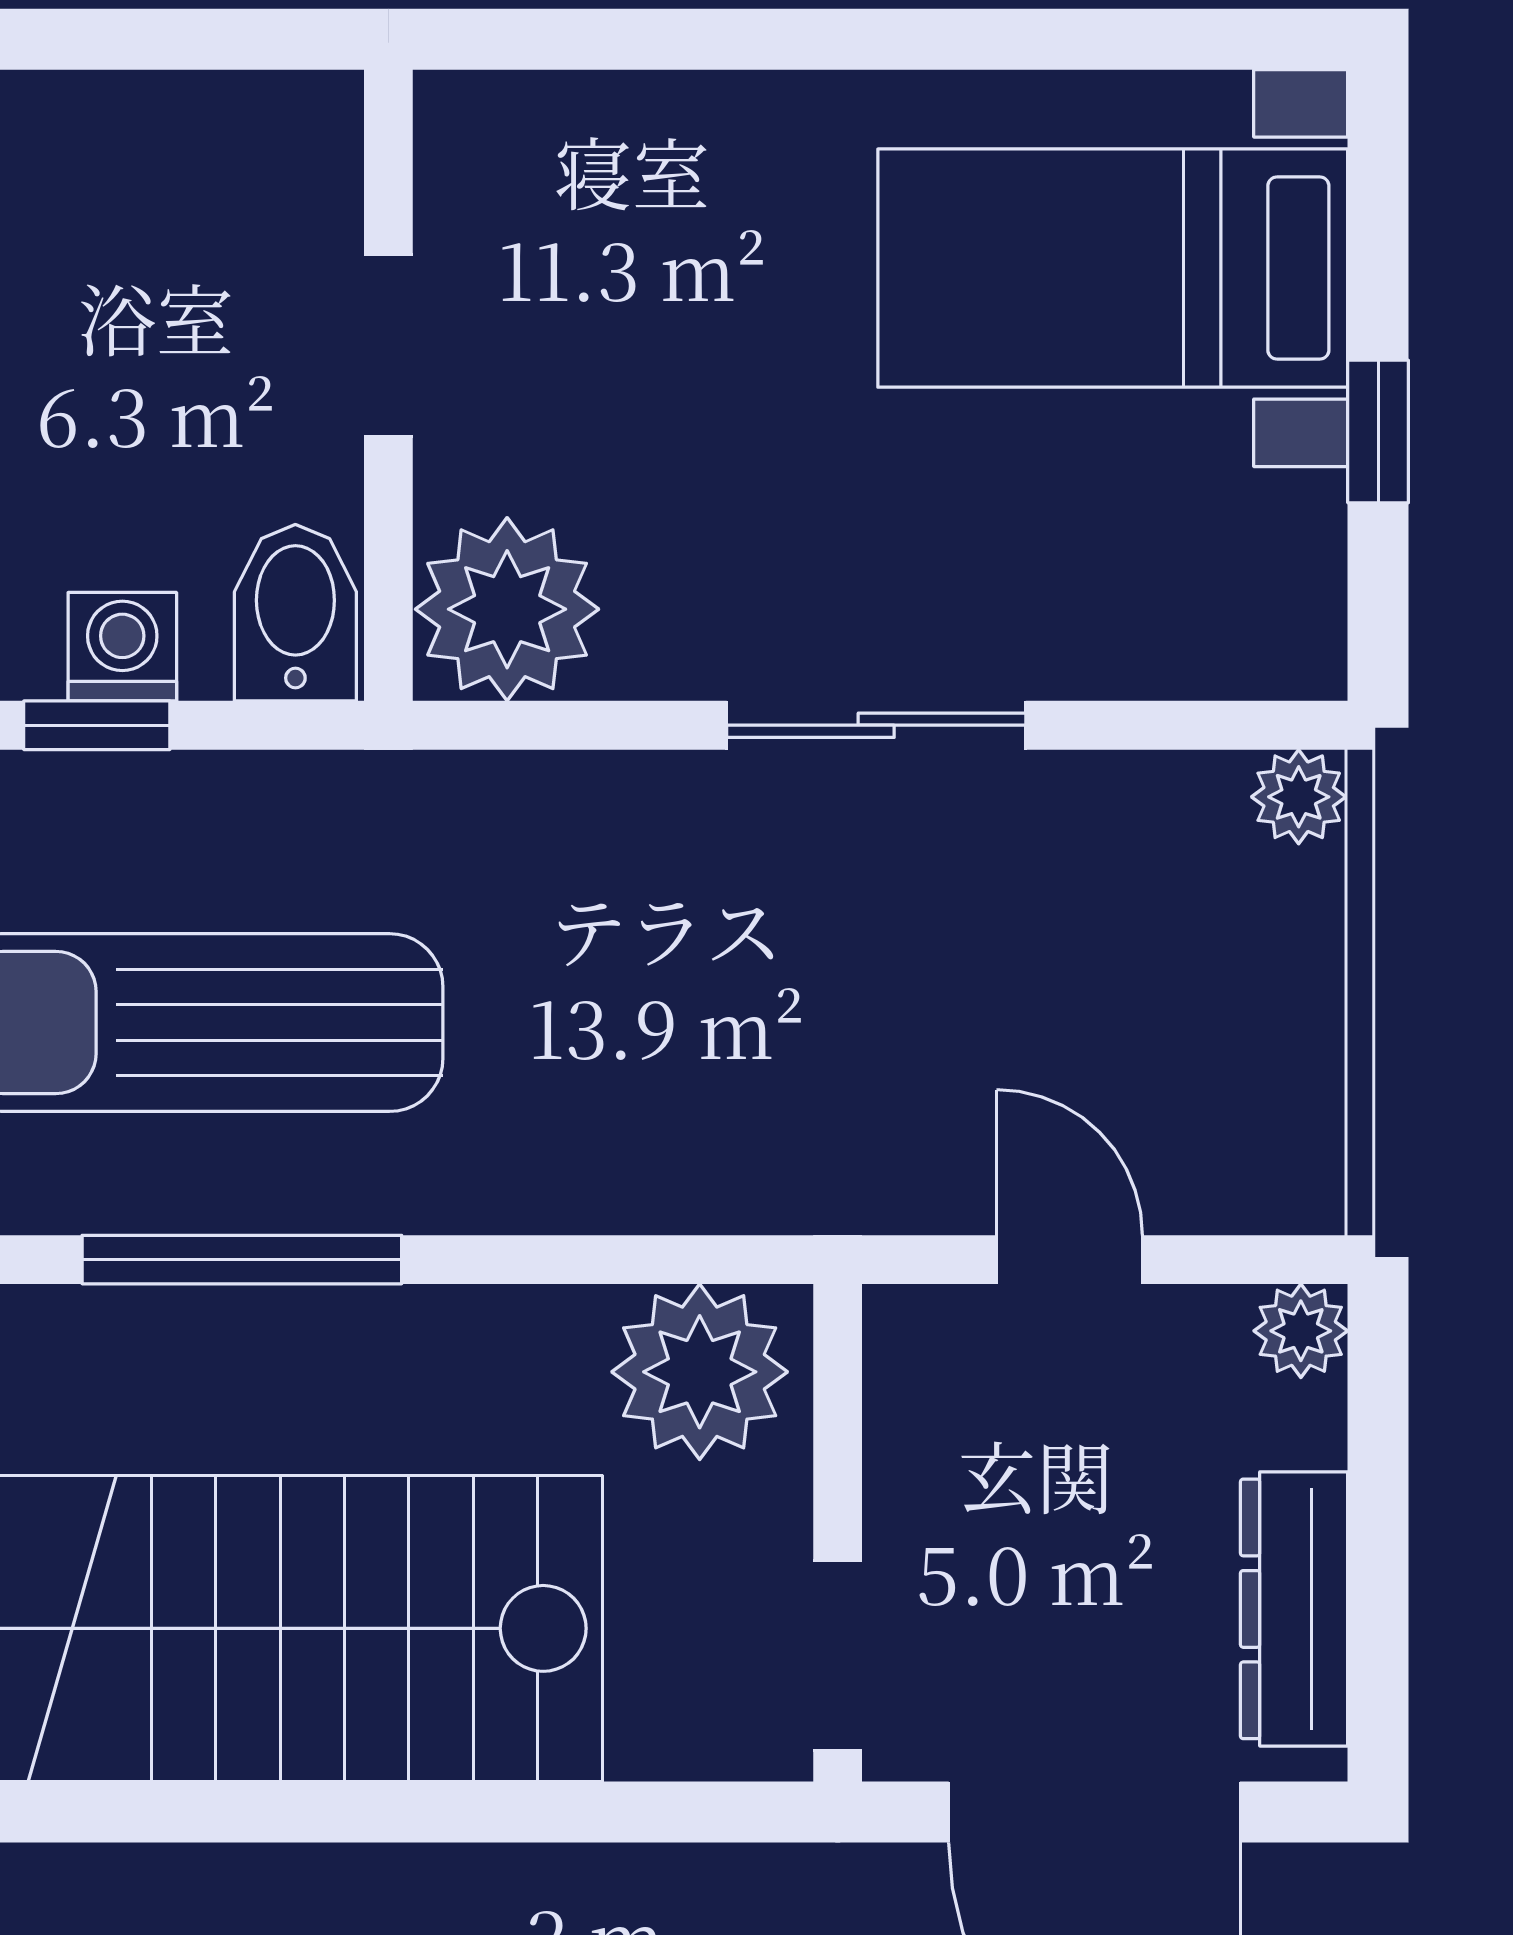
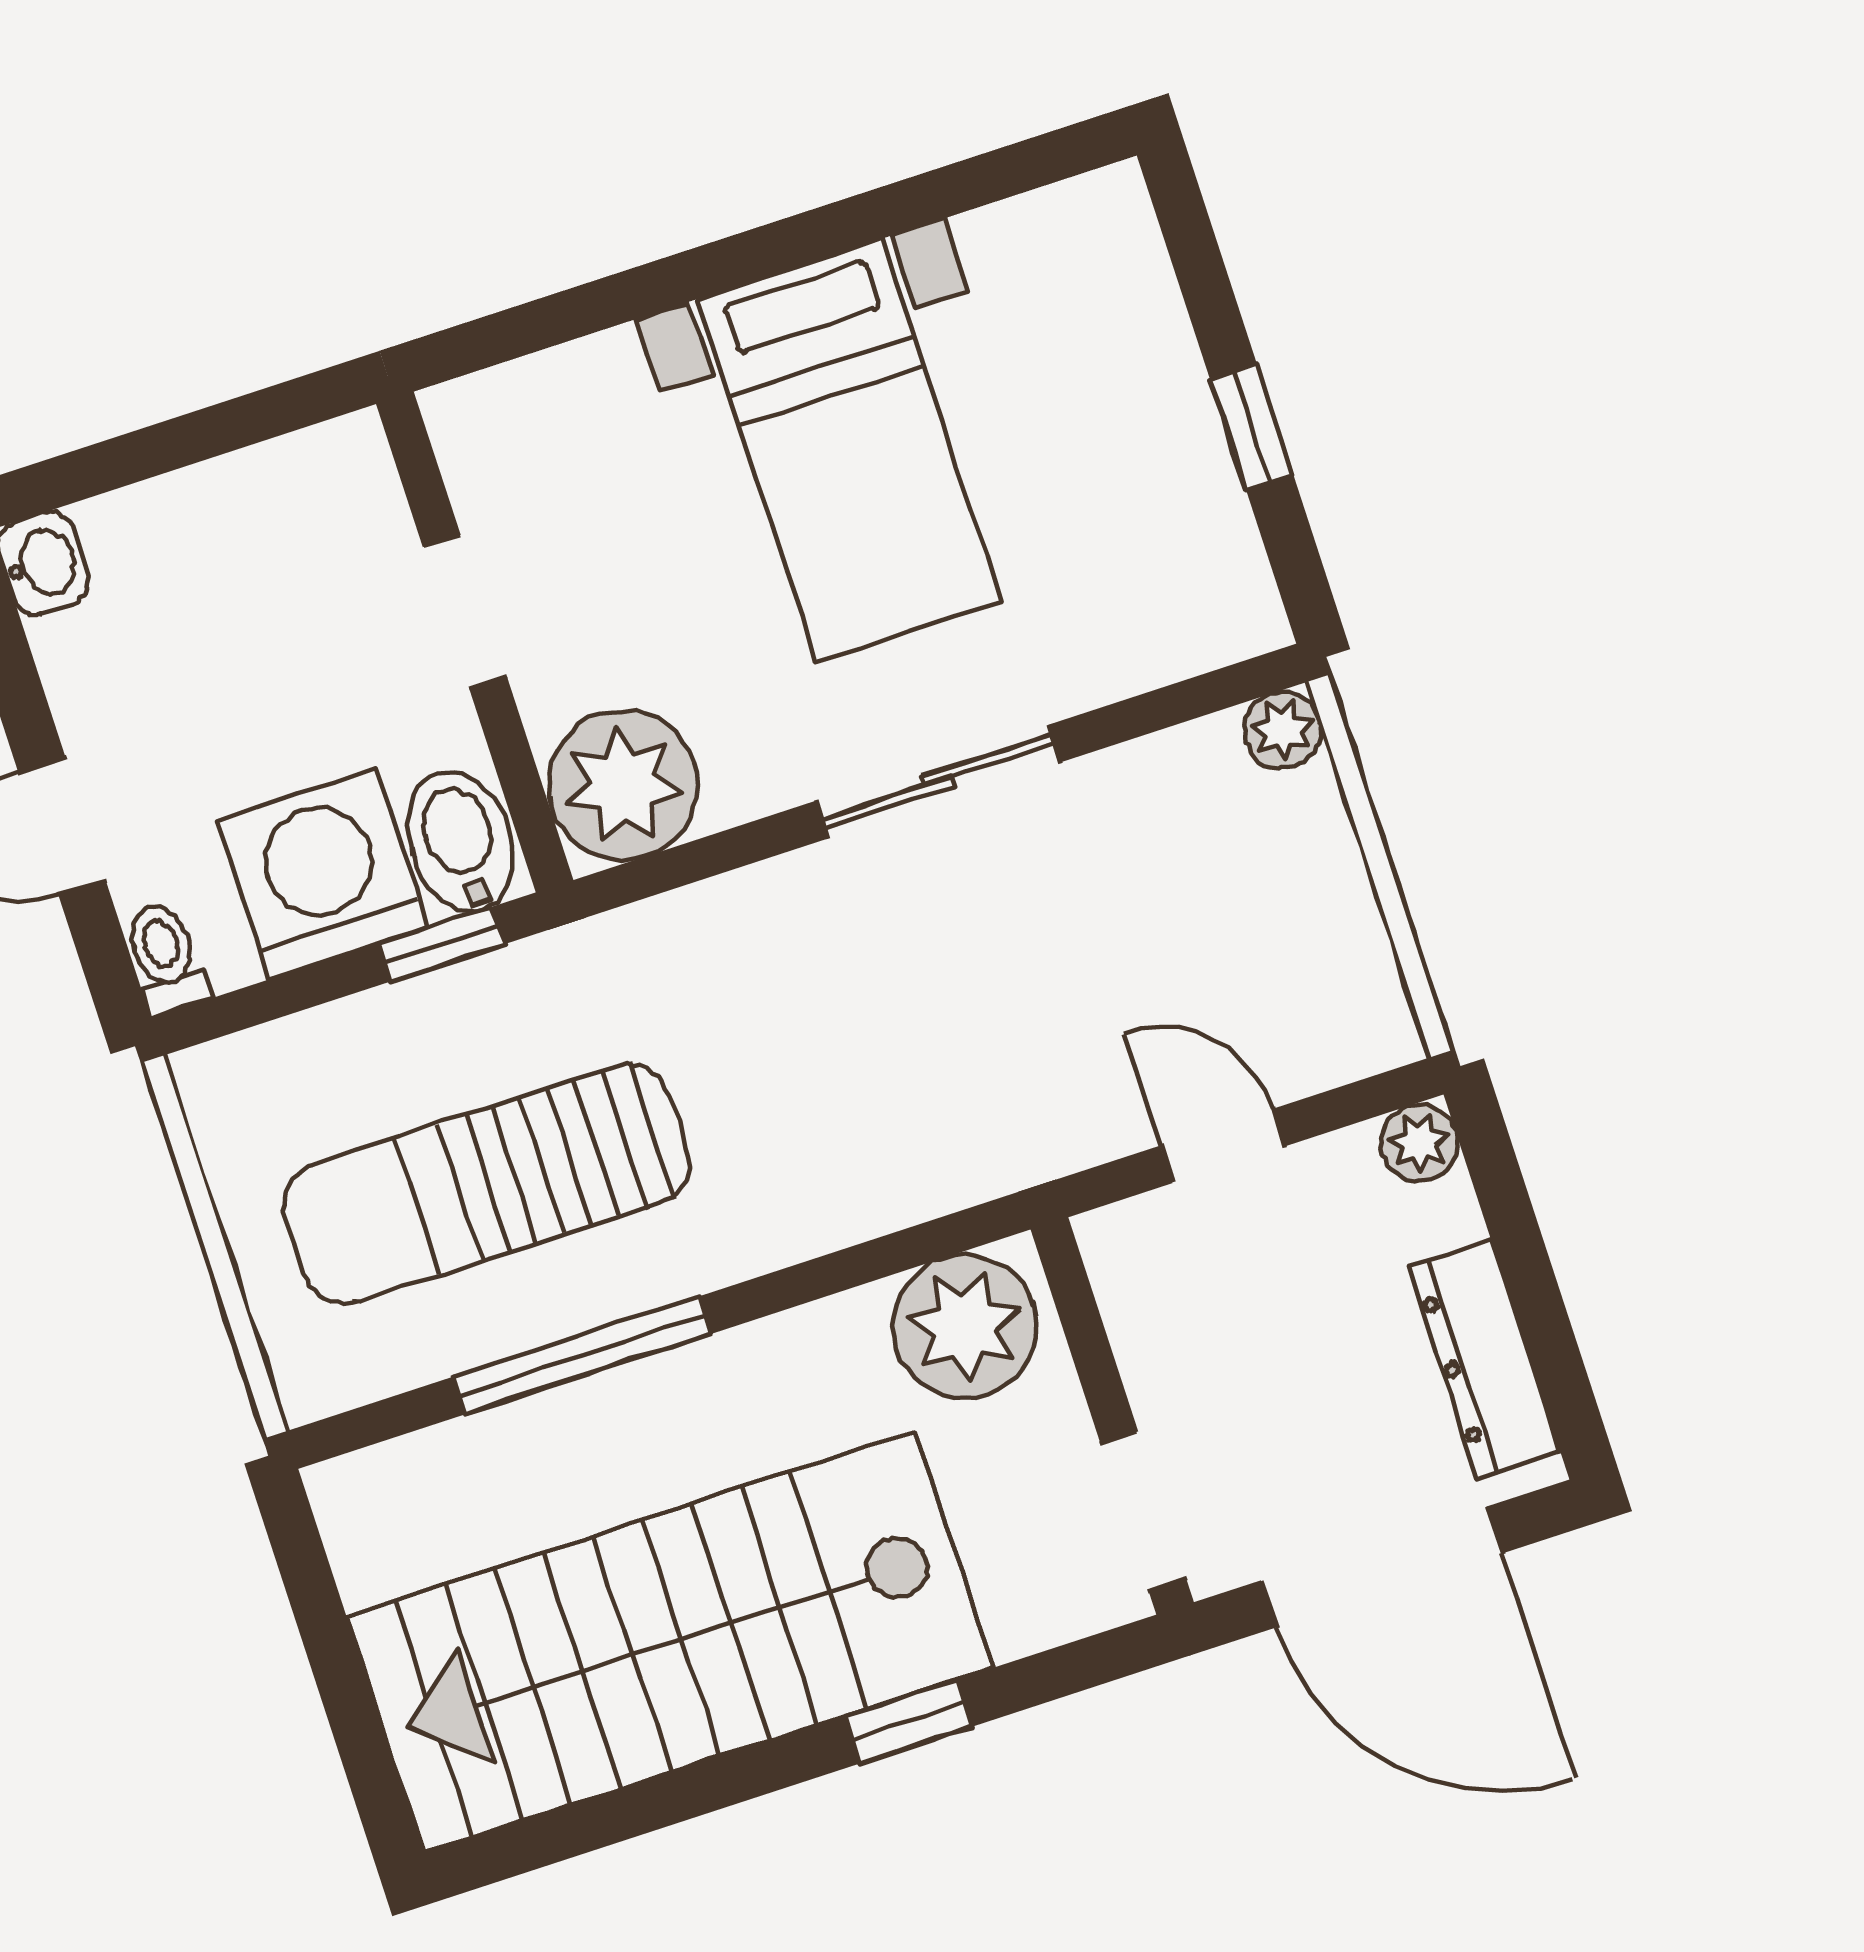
bed with nightstands: (1113, 268) -> (849, 451), moved, turned -90
washing machine: (122, 647) -> (323, 874), width x1.89, depth x1.89
window: (97, 725) -> (441, 944), moved
window: (482, 1812) -> (908, 1722), added

